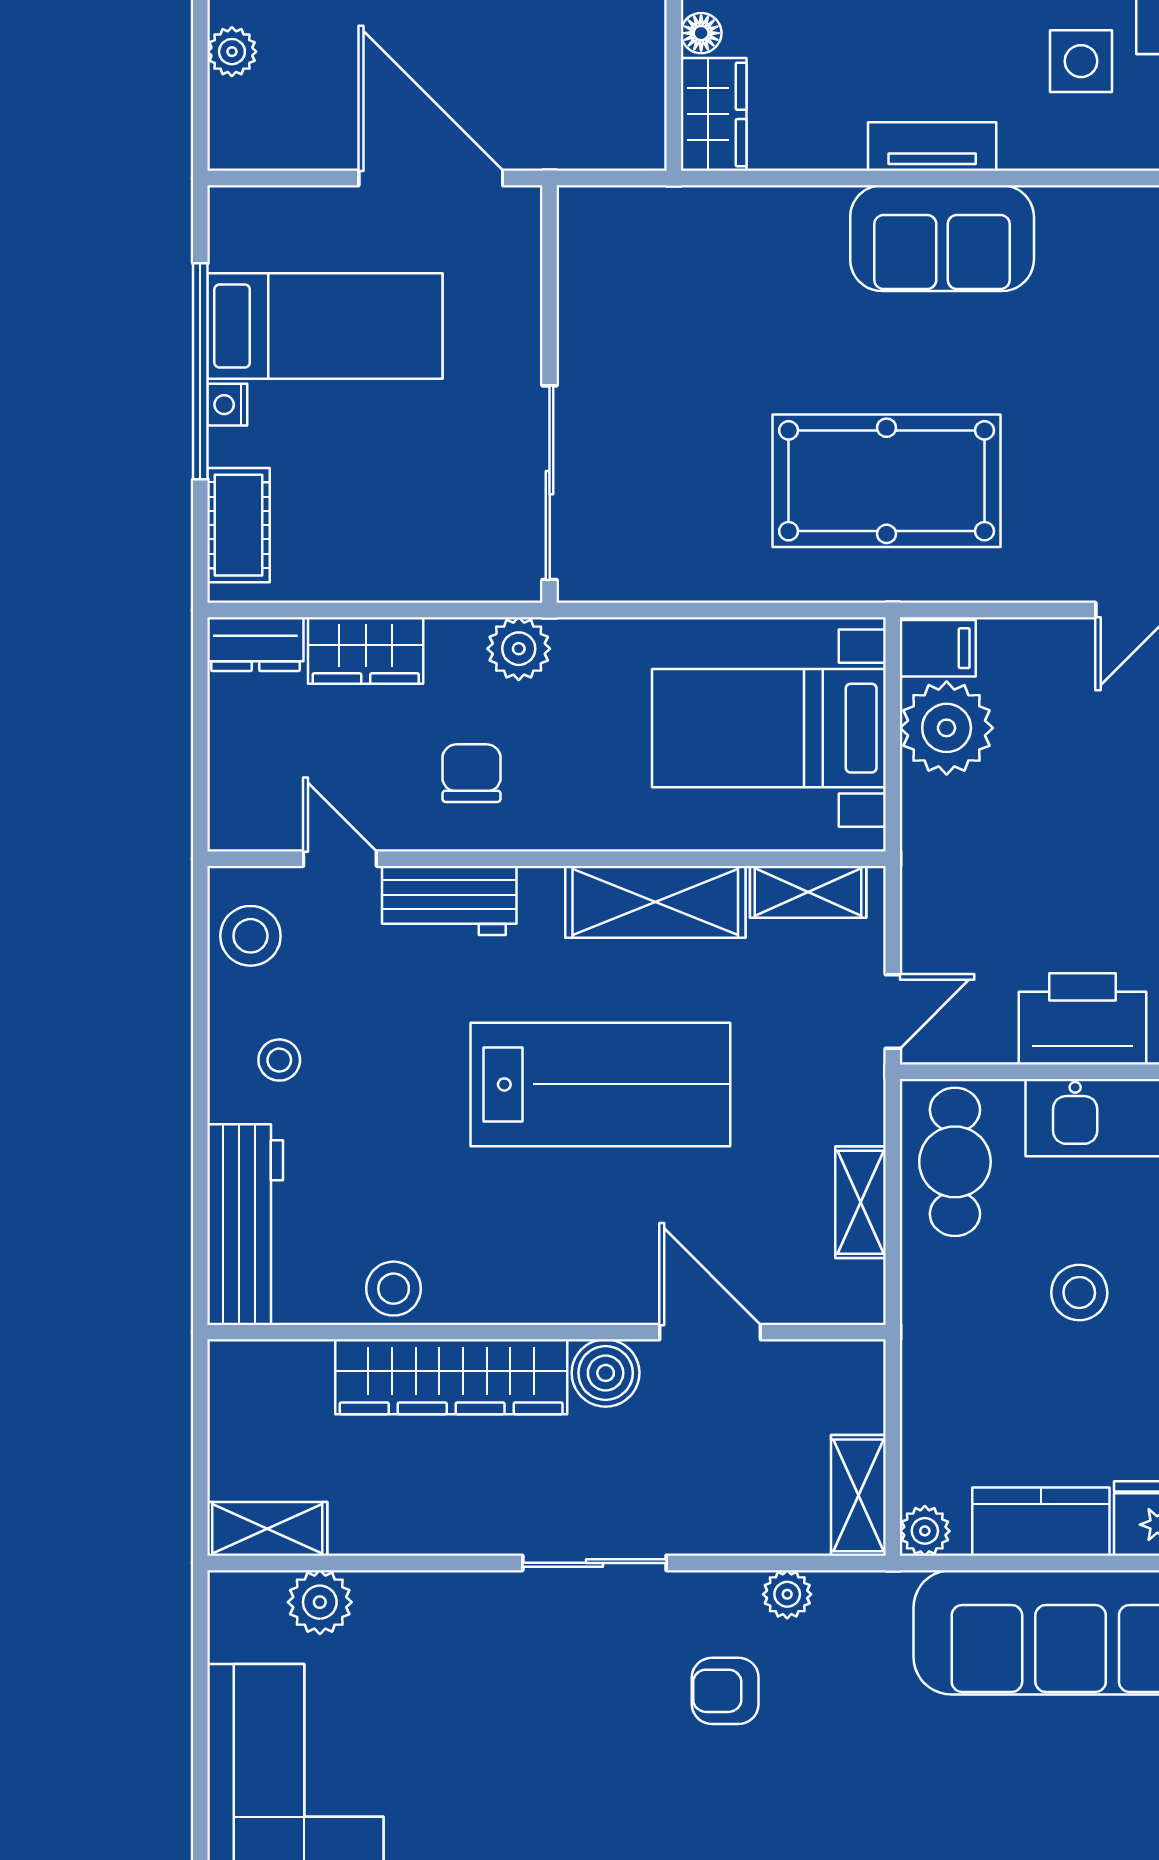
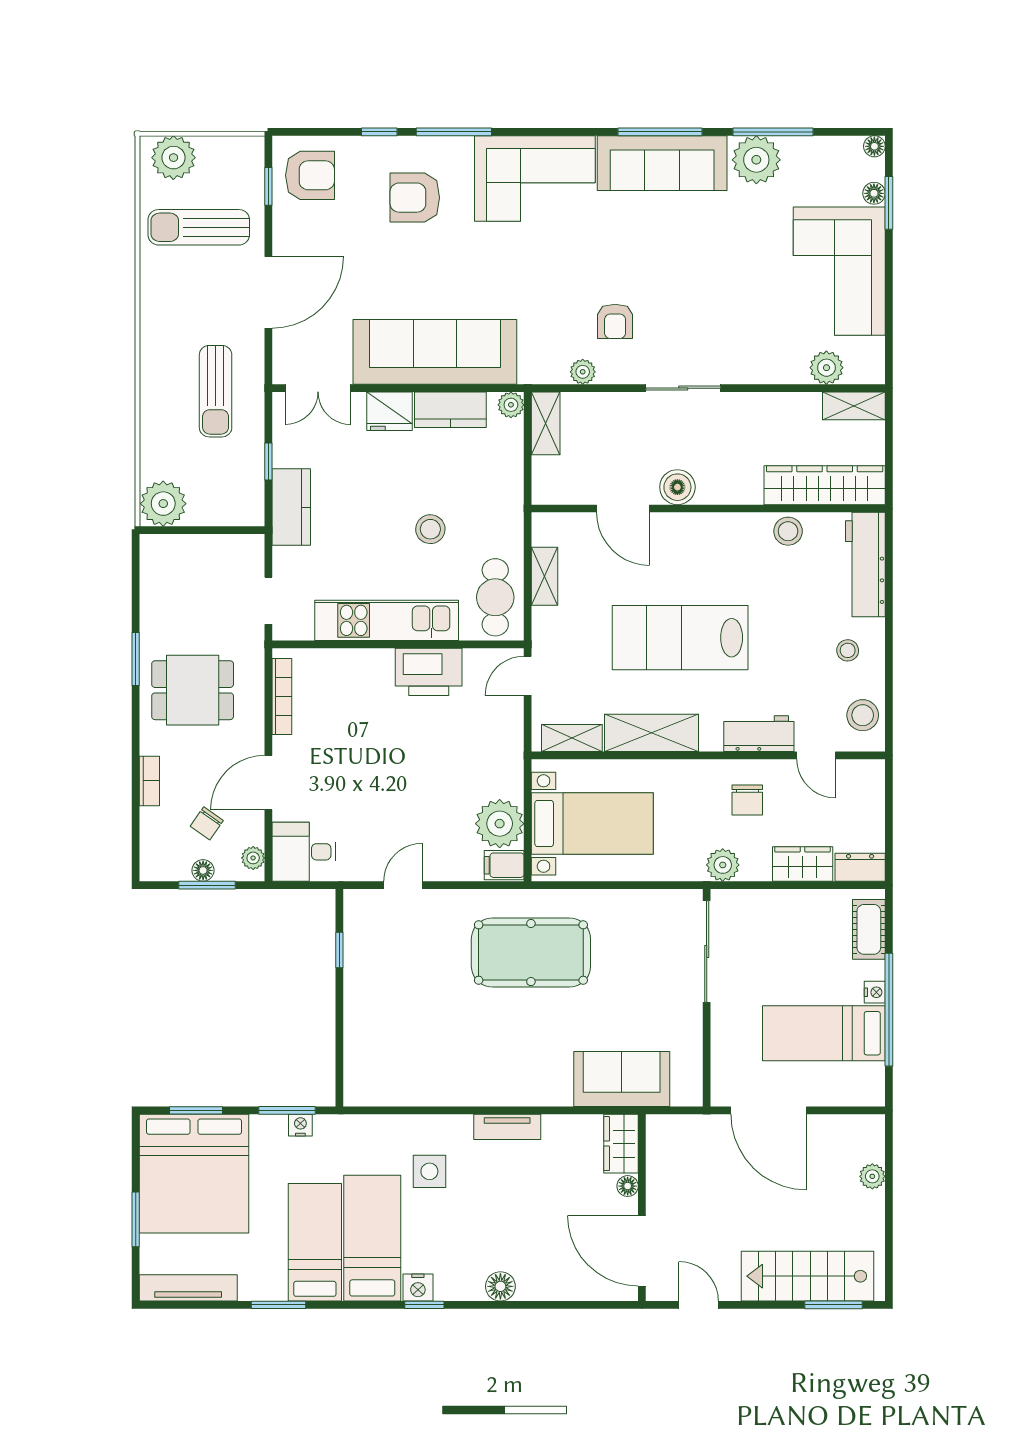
sofa: (942, 238) -> (622, 1079), moved
wardrobe: (451, 1377) -> (825, 485), moved
armchair: (725, 1691) -> (615, 321), turned 90

